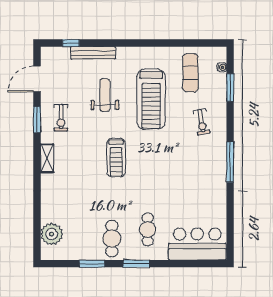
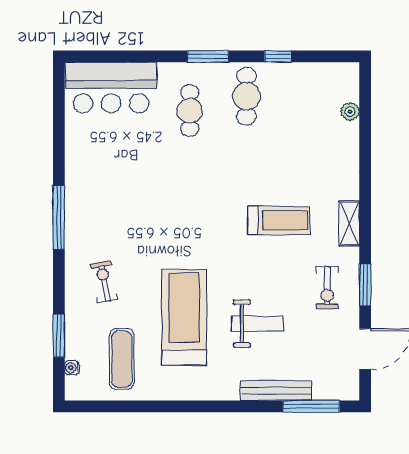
window: (71, 43) -> (311, 406), width x2.17
weight bench: (105, 95) -> (258, 324), turned -90
exercise bike: (61, 118) -> (327, 288), turned 180
treadmill: (116, 158) -> (279, 220), moved, turned 90
plant: (52, 234) -> (350, 112), width x0.53, depth x0.53
window: (92, 264) -> (278, 56), width x0.67

